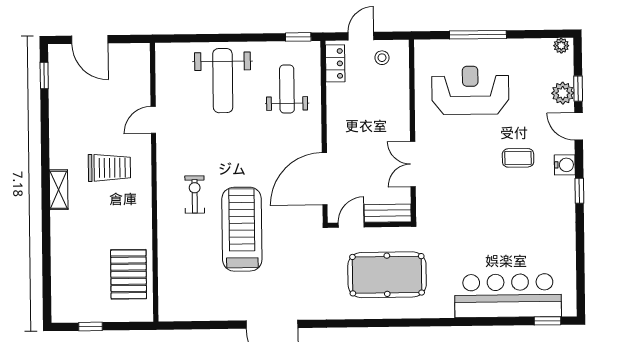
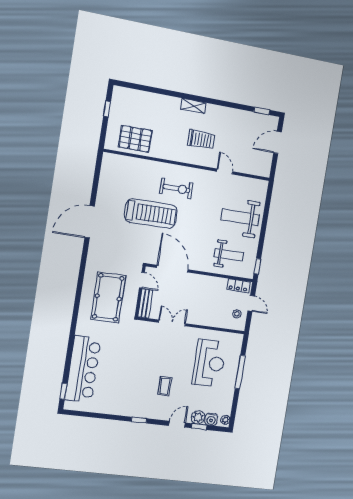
water cooler: (565, 165) -> (211, 419), moved
trolley: (109, 168) -> (201, 140), turned -90
exercise bike: (195, 194) -> (176, 188), width x1.38, depth x1.39

